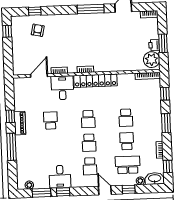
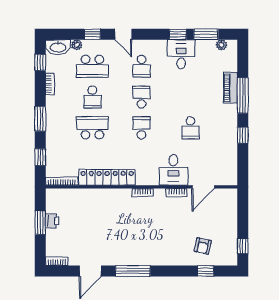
plant: (152, 60) -> (56, 202), removed
locker: (95, 81) -> (107, 177), moved
school desk: (126, 118) -> (92, 128), width x1.85
piano: (20, 123) -> (231, 88), moved
school desk: (90, 166) -> (142, 66), turned 180

